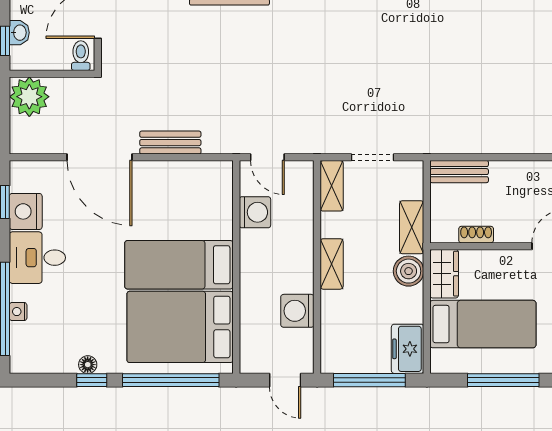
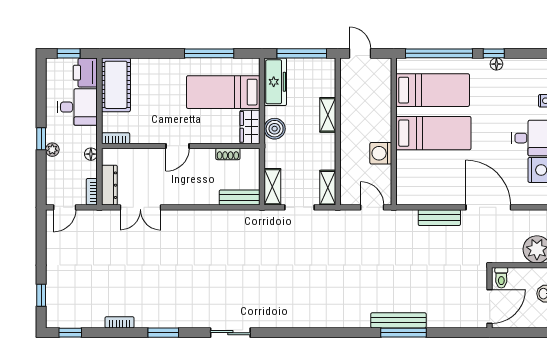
washing machine: (255, 212) -> (381, 153), moved
shelving: (412, 227) -> (272, 187), moved
shelving: (332, 264) -> (328, 115), moved
washing machine: (297, 311) -> (351, 101), removed
bed: (180, 327) -> (433, 90), width x0.67
freezer: (408, 349) -> (275, 82), width x1.40

